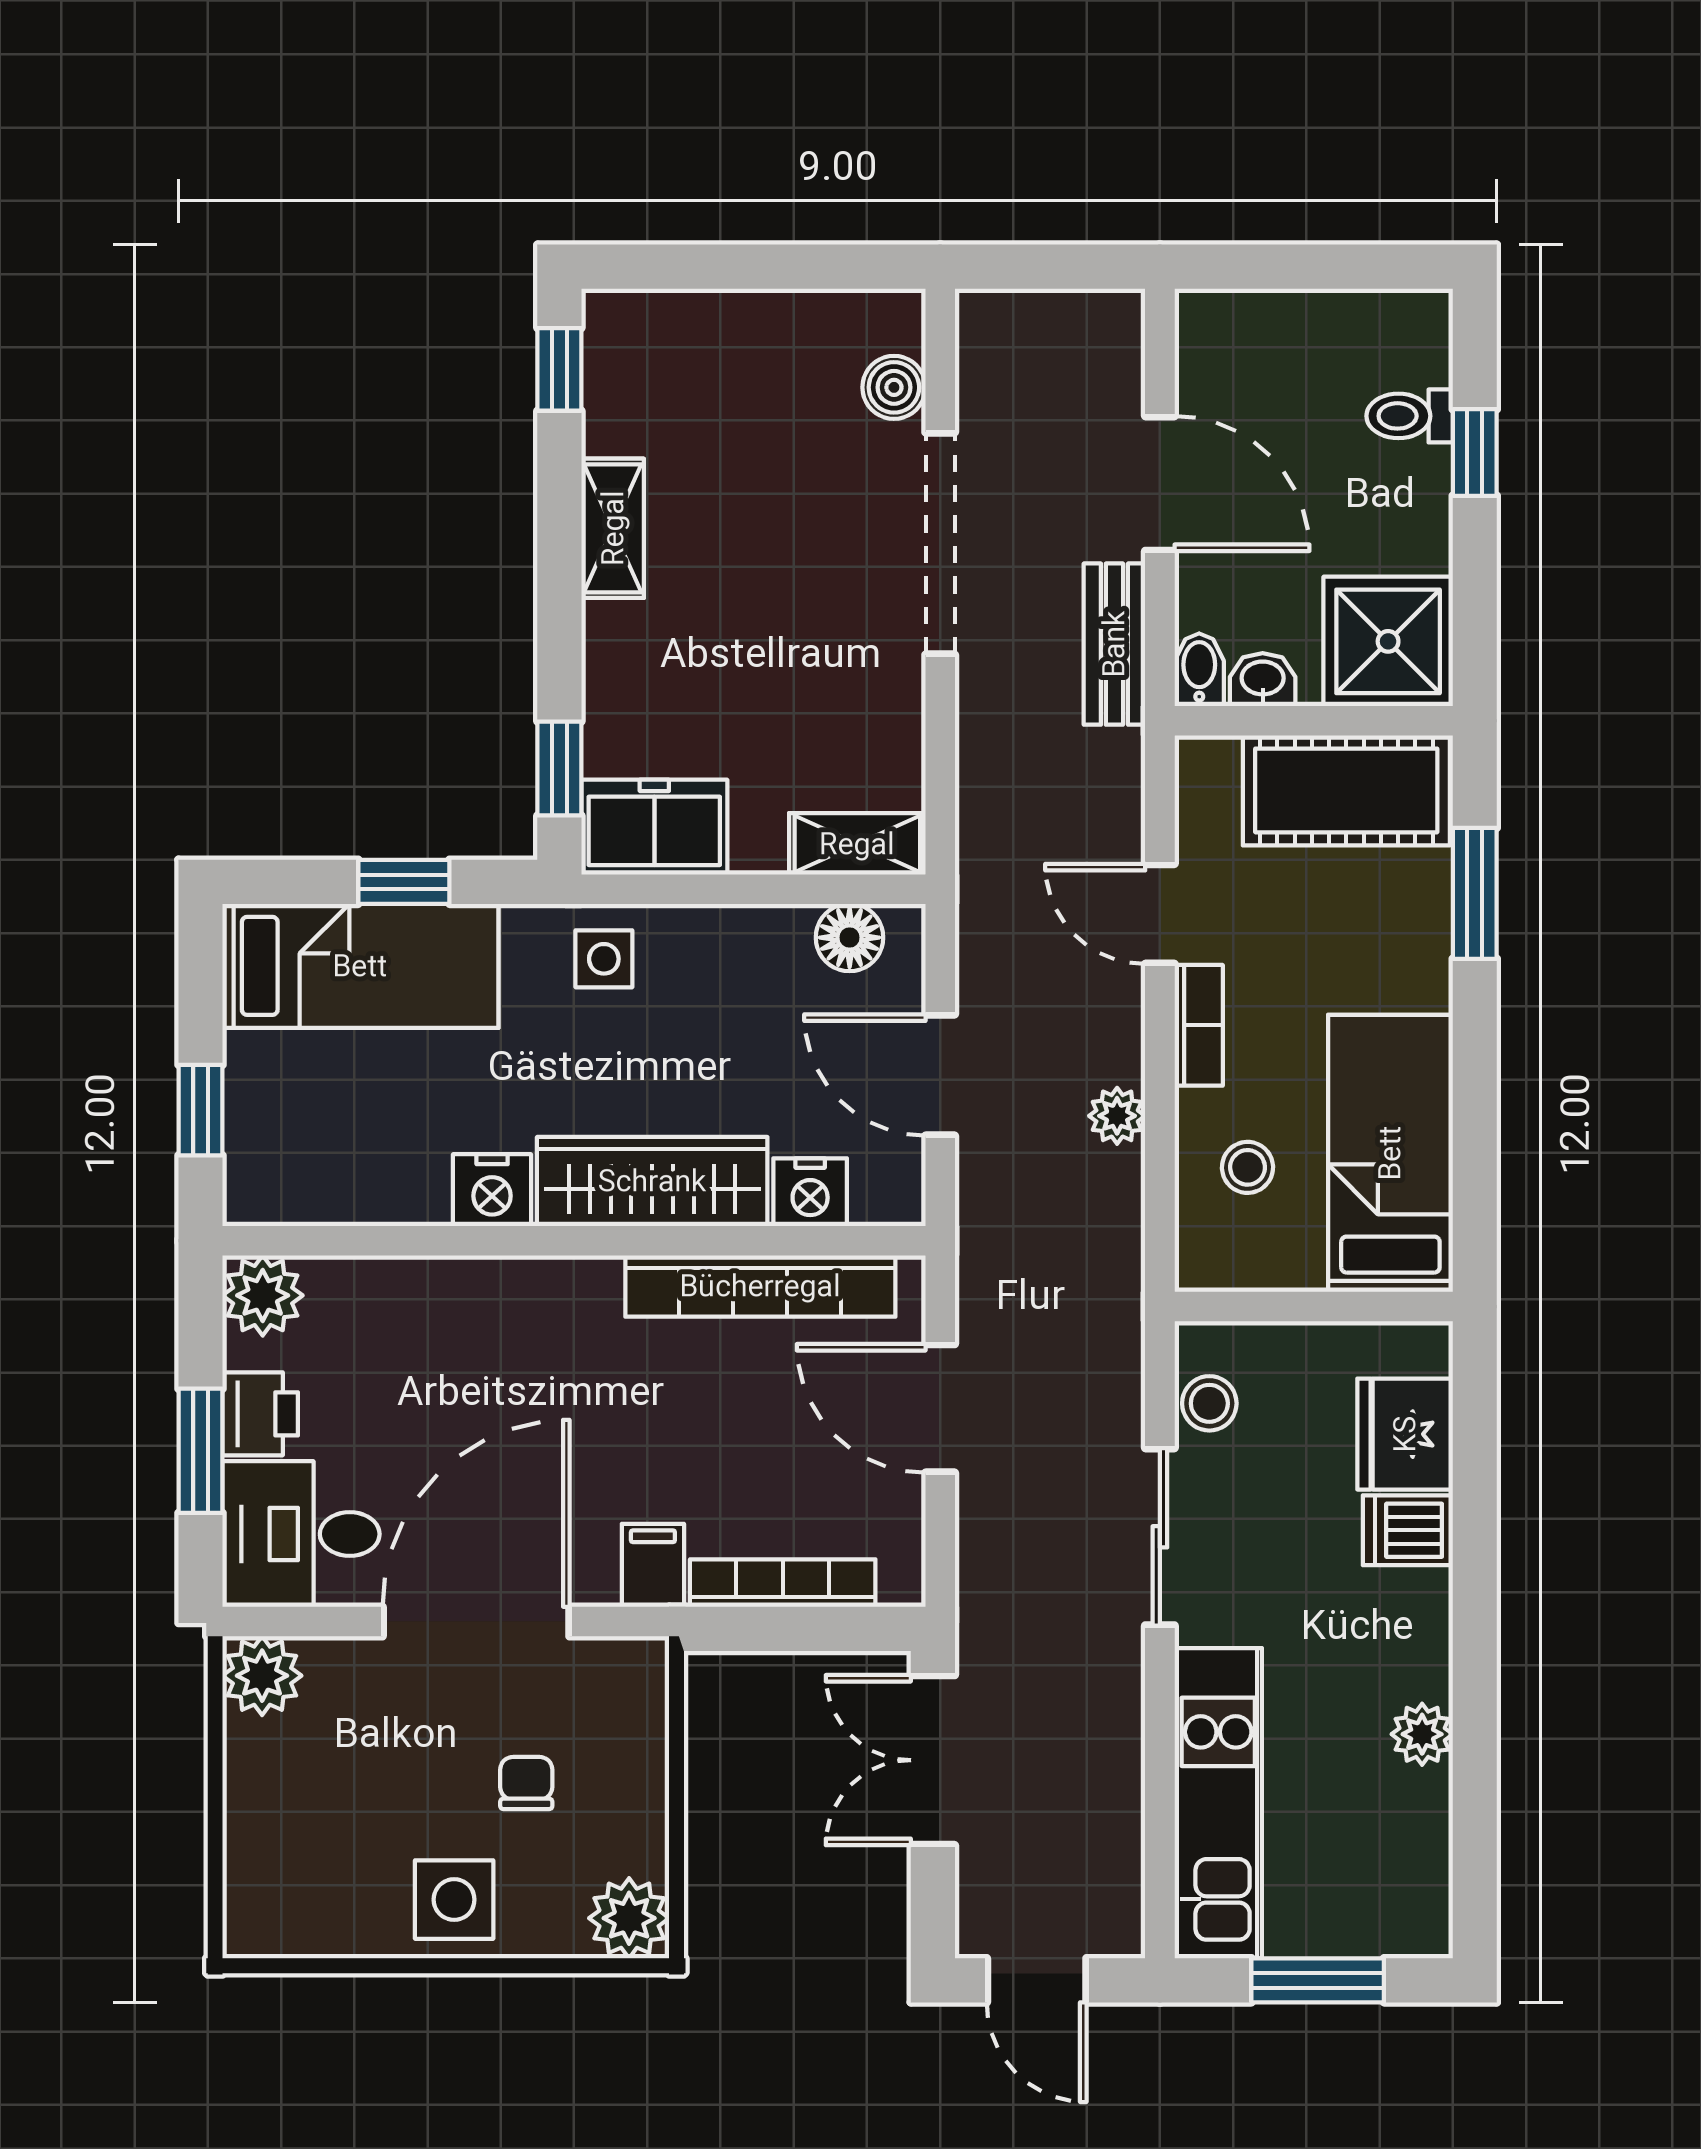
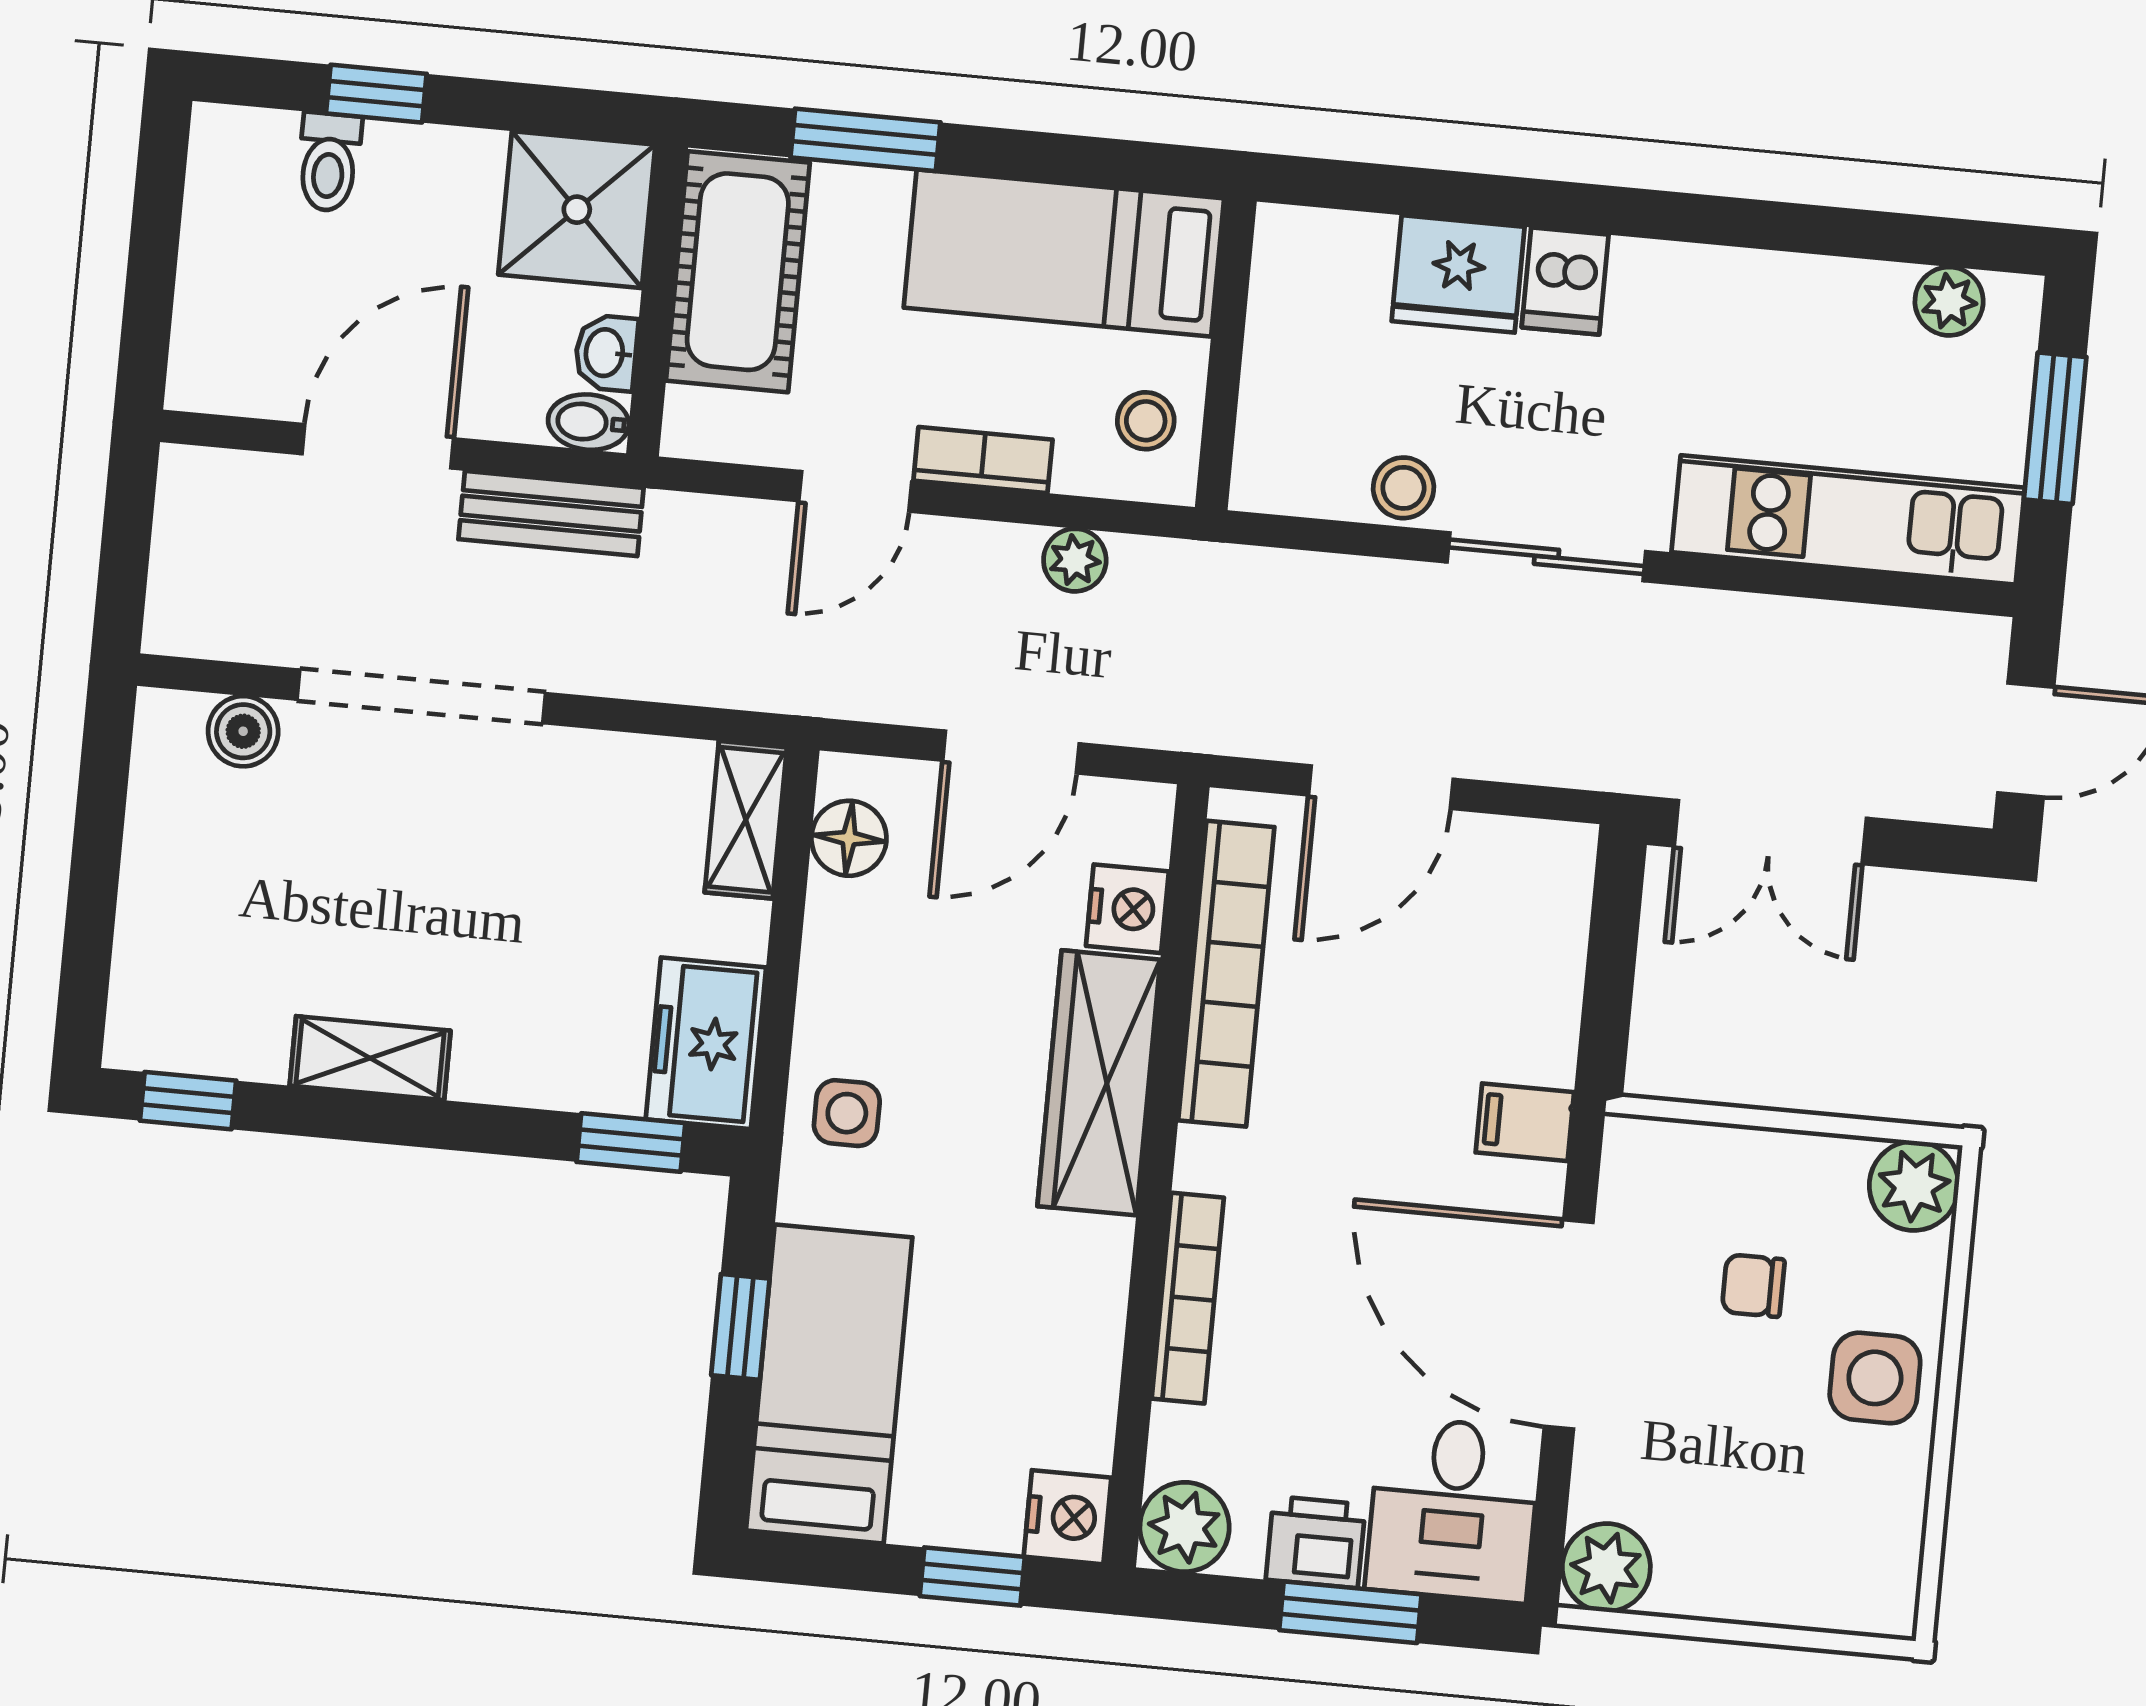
bed: (1390, 1153) -> (1064, 253), moved
nightstand: (492, 1190) -> (1068, 1517), moved
wall: (1314, 1307) -> (1226, 354), moved
bookcase: (783, 1583) -> (1188, 1298), moved, turned 180
plant: (1422, 1734) -> (1949, 301), moved

